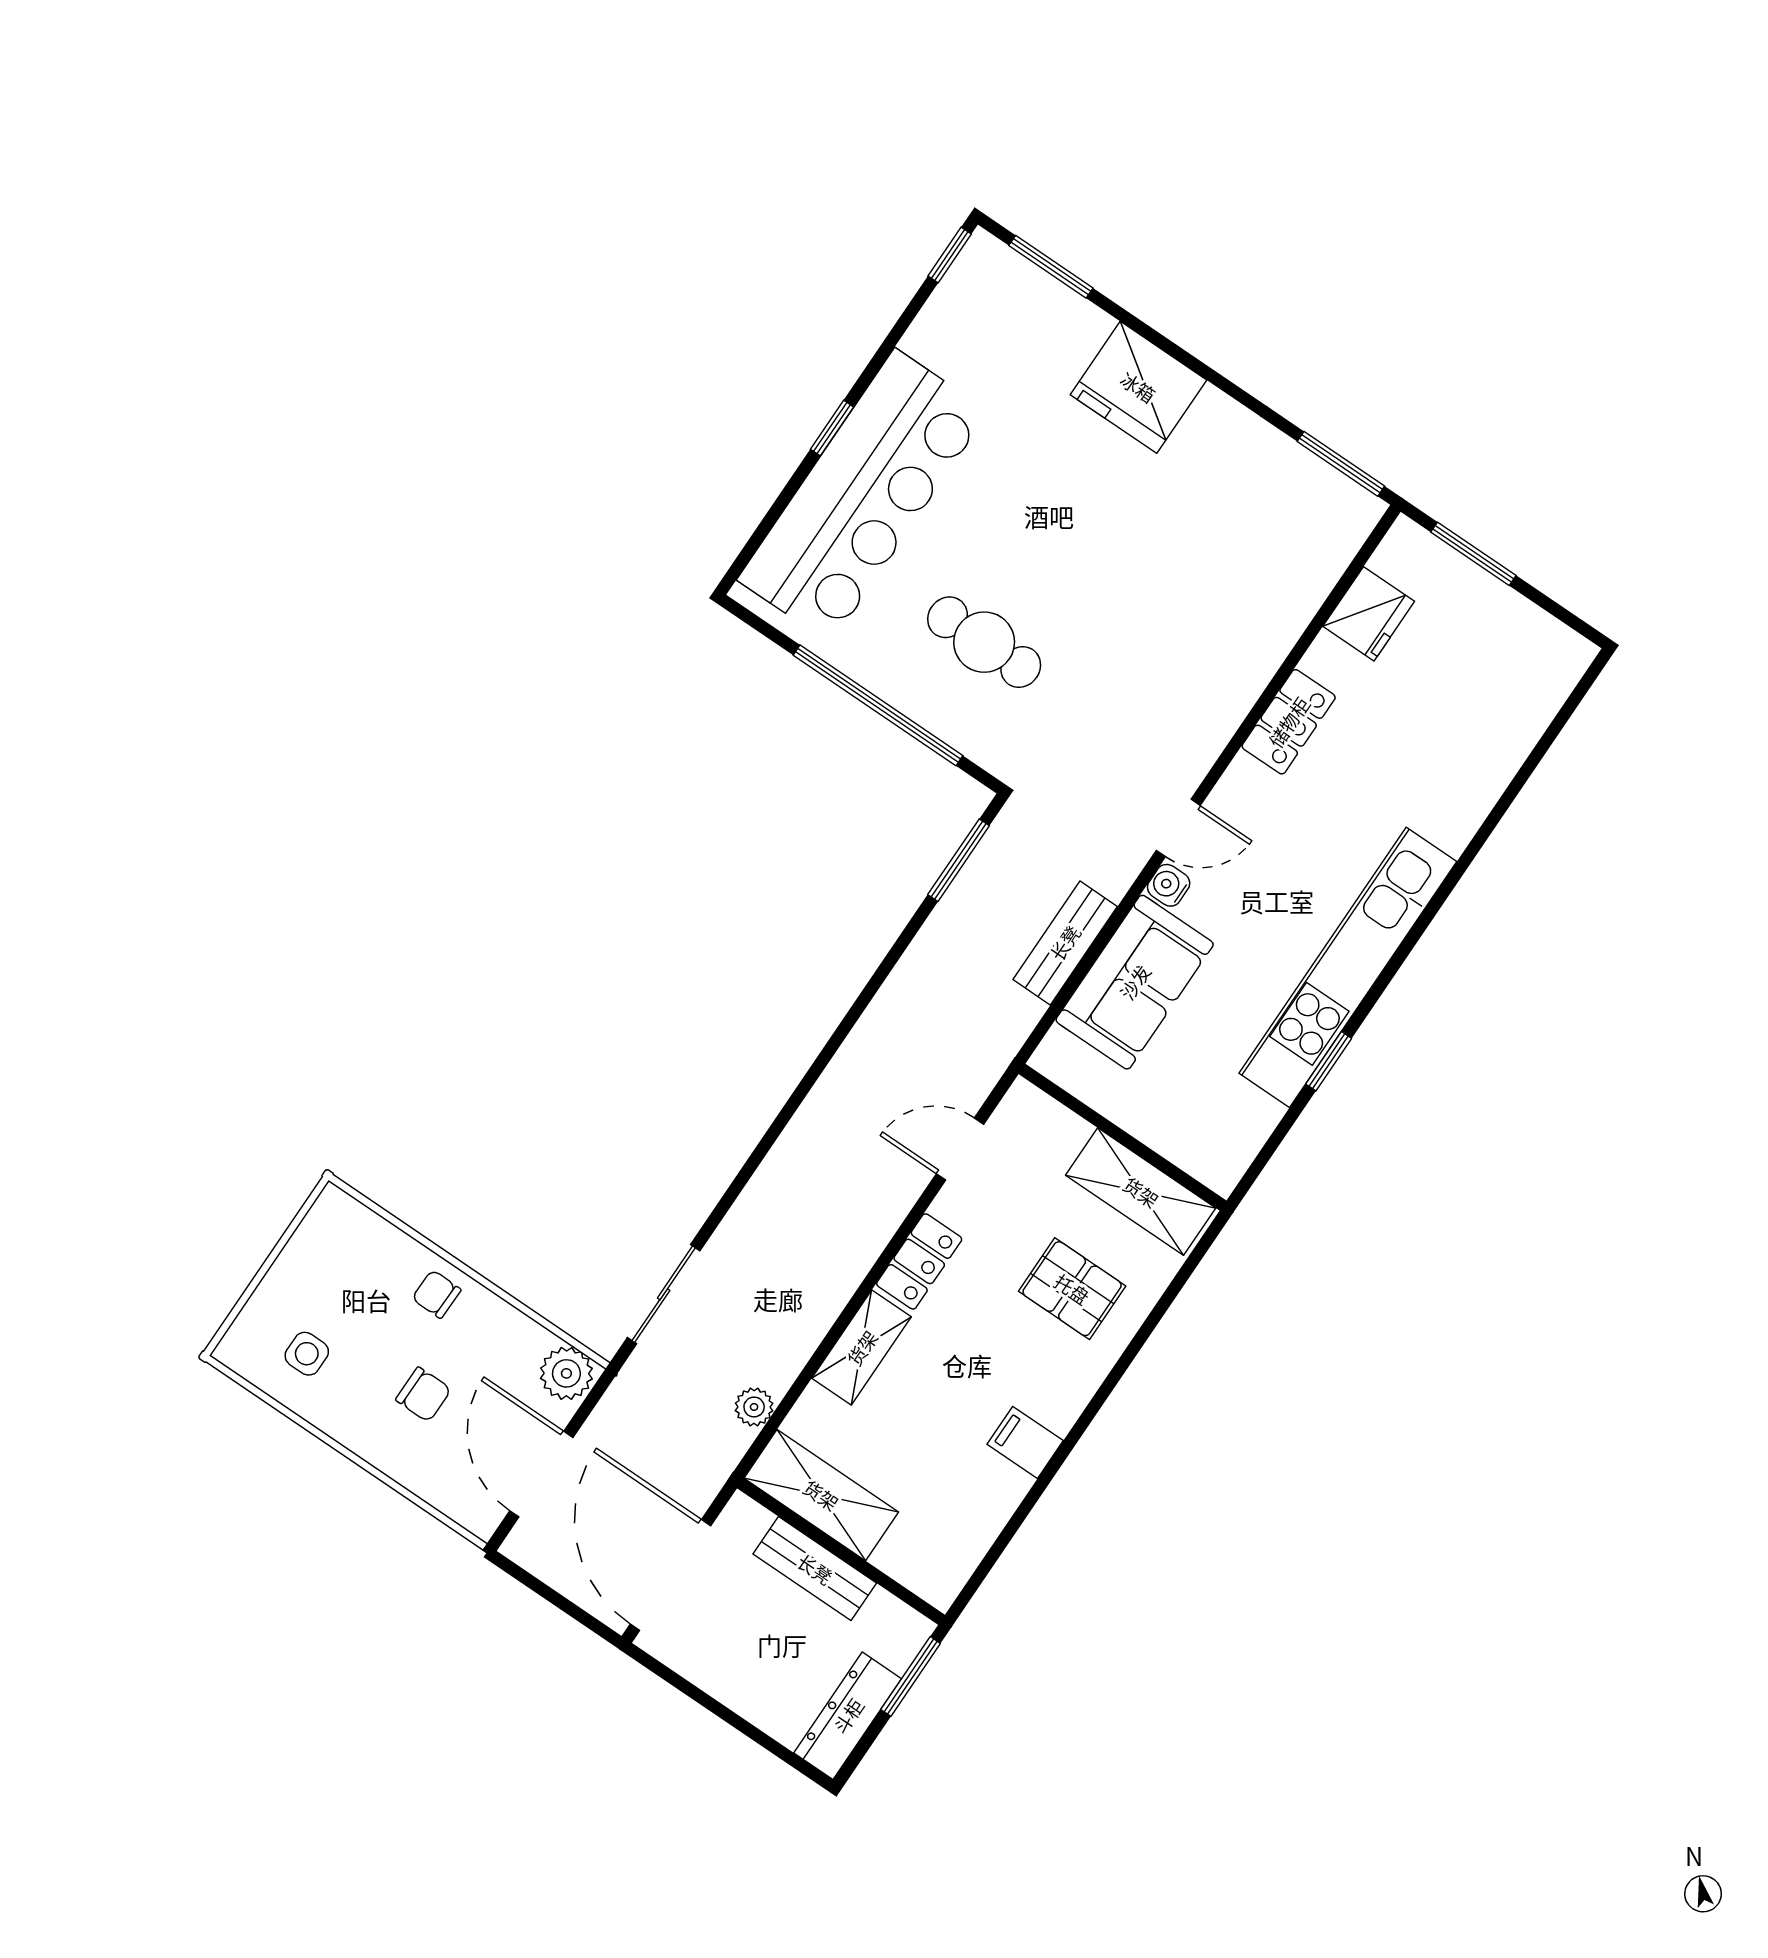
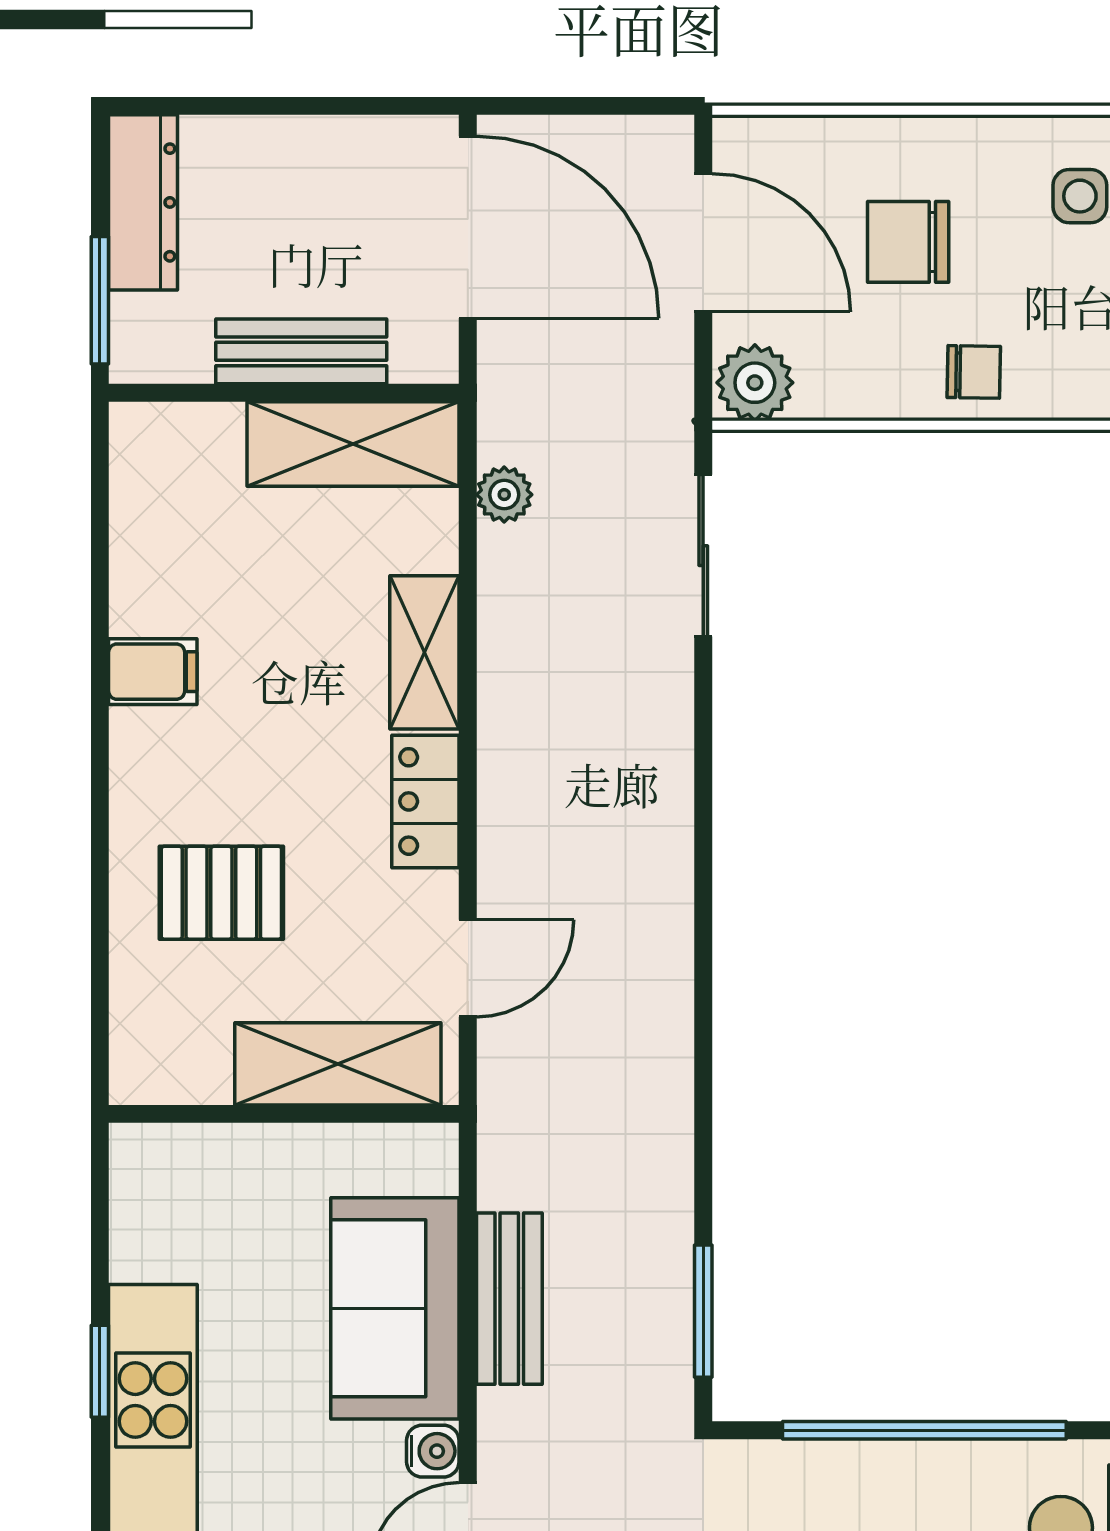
shelving: (1141, 1192) -> (338, 1064), moved
chair: (423, 1394) -> (908, 242), width x1.37, depth x1.37

